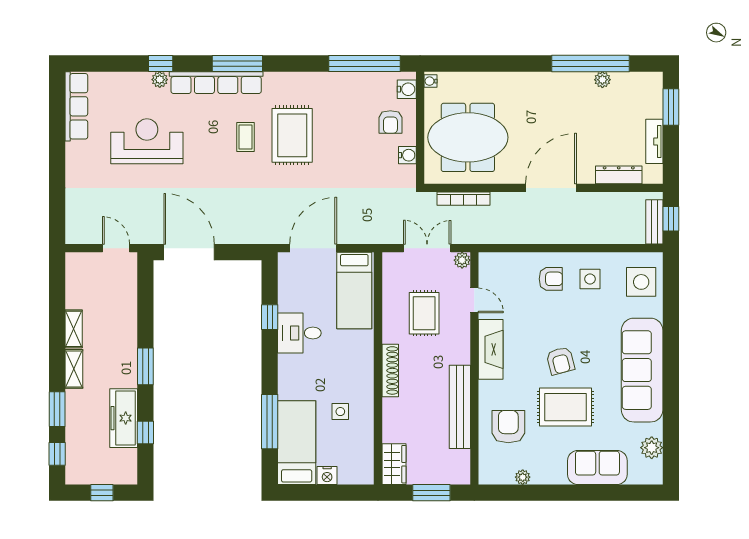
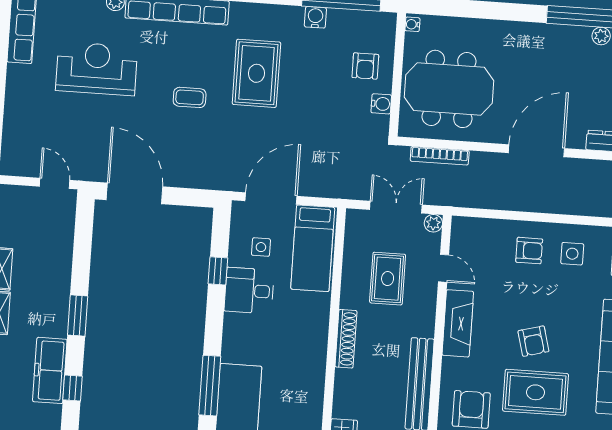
water cooler: (407, 89) -> (315, 17), moved, turned -90
coffee table: (246, 137) -> (190, 97), moved, turned 90
side table: (340, 412) -> (261, 247), moved

